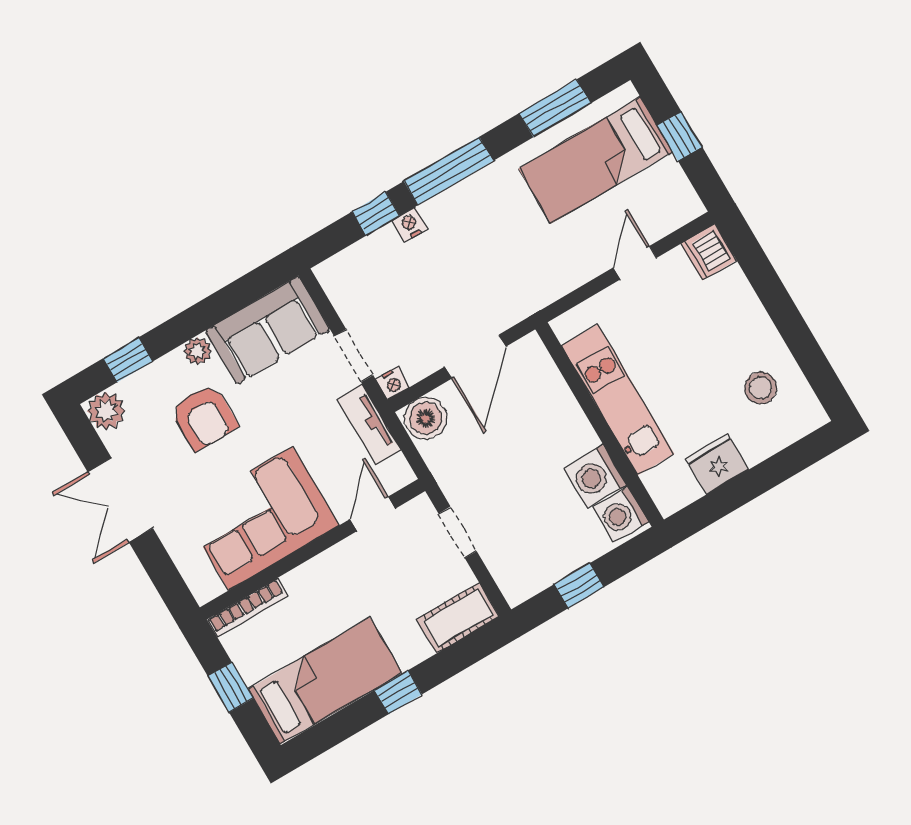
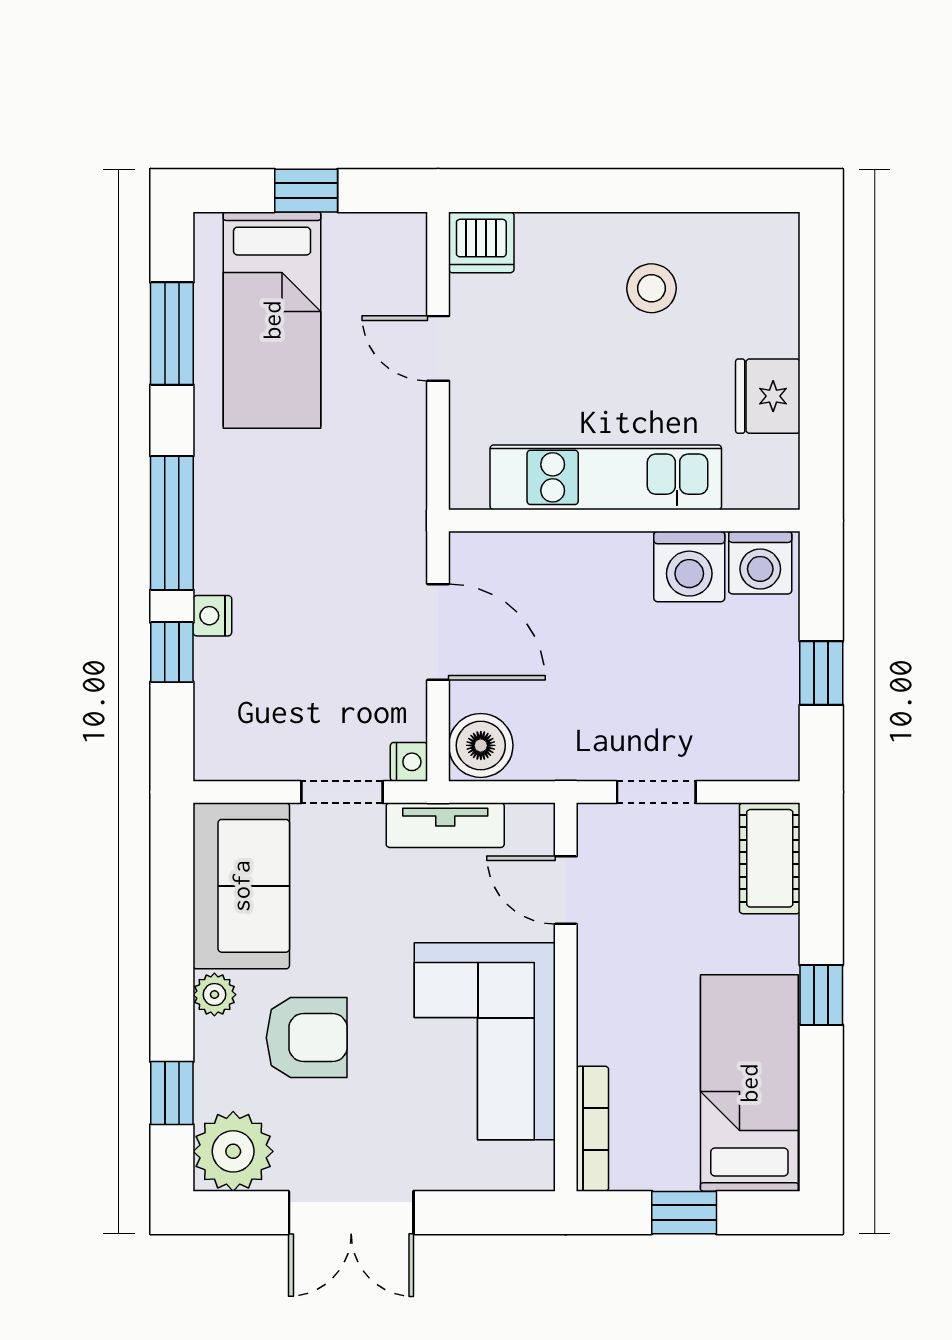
stool: (761, 388) -> (651, 288), moved
plant: (106, 411) -> (233, 1151), width x1.36, depth x1.36

